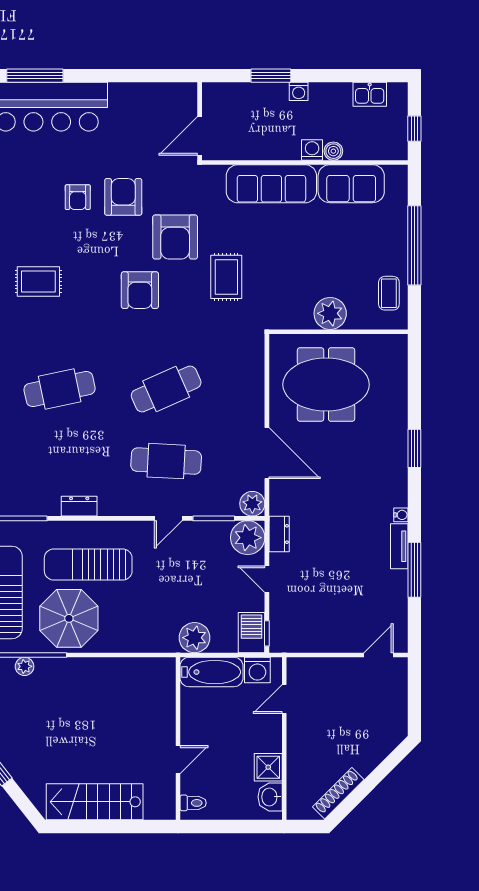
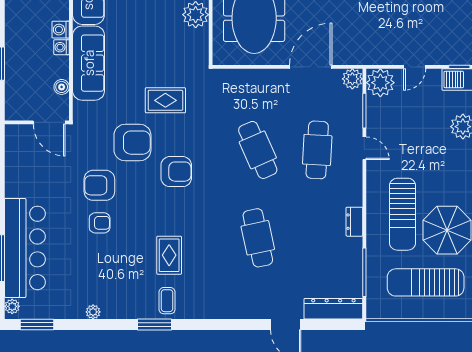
washing machine: (299, 91) -> (62, 47), moved, turned 180
boiler: (333, 151) -> (62, 87), moved
dresser: (279, 534) -> (377, 57), removed

